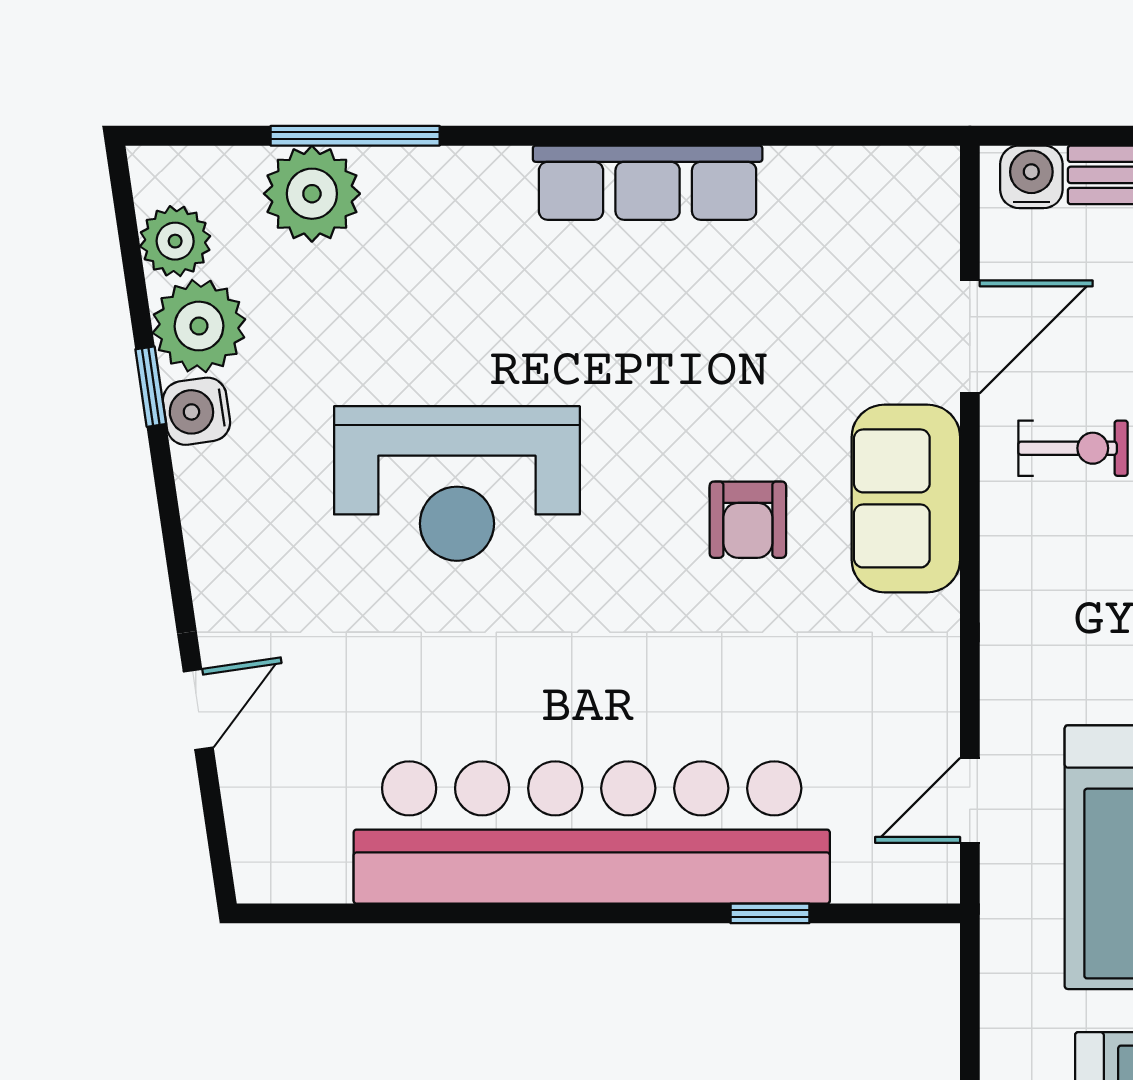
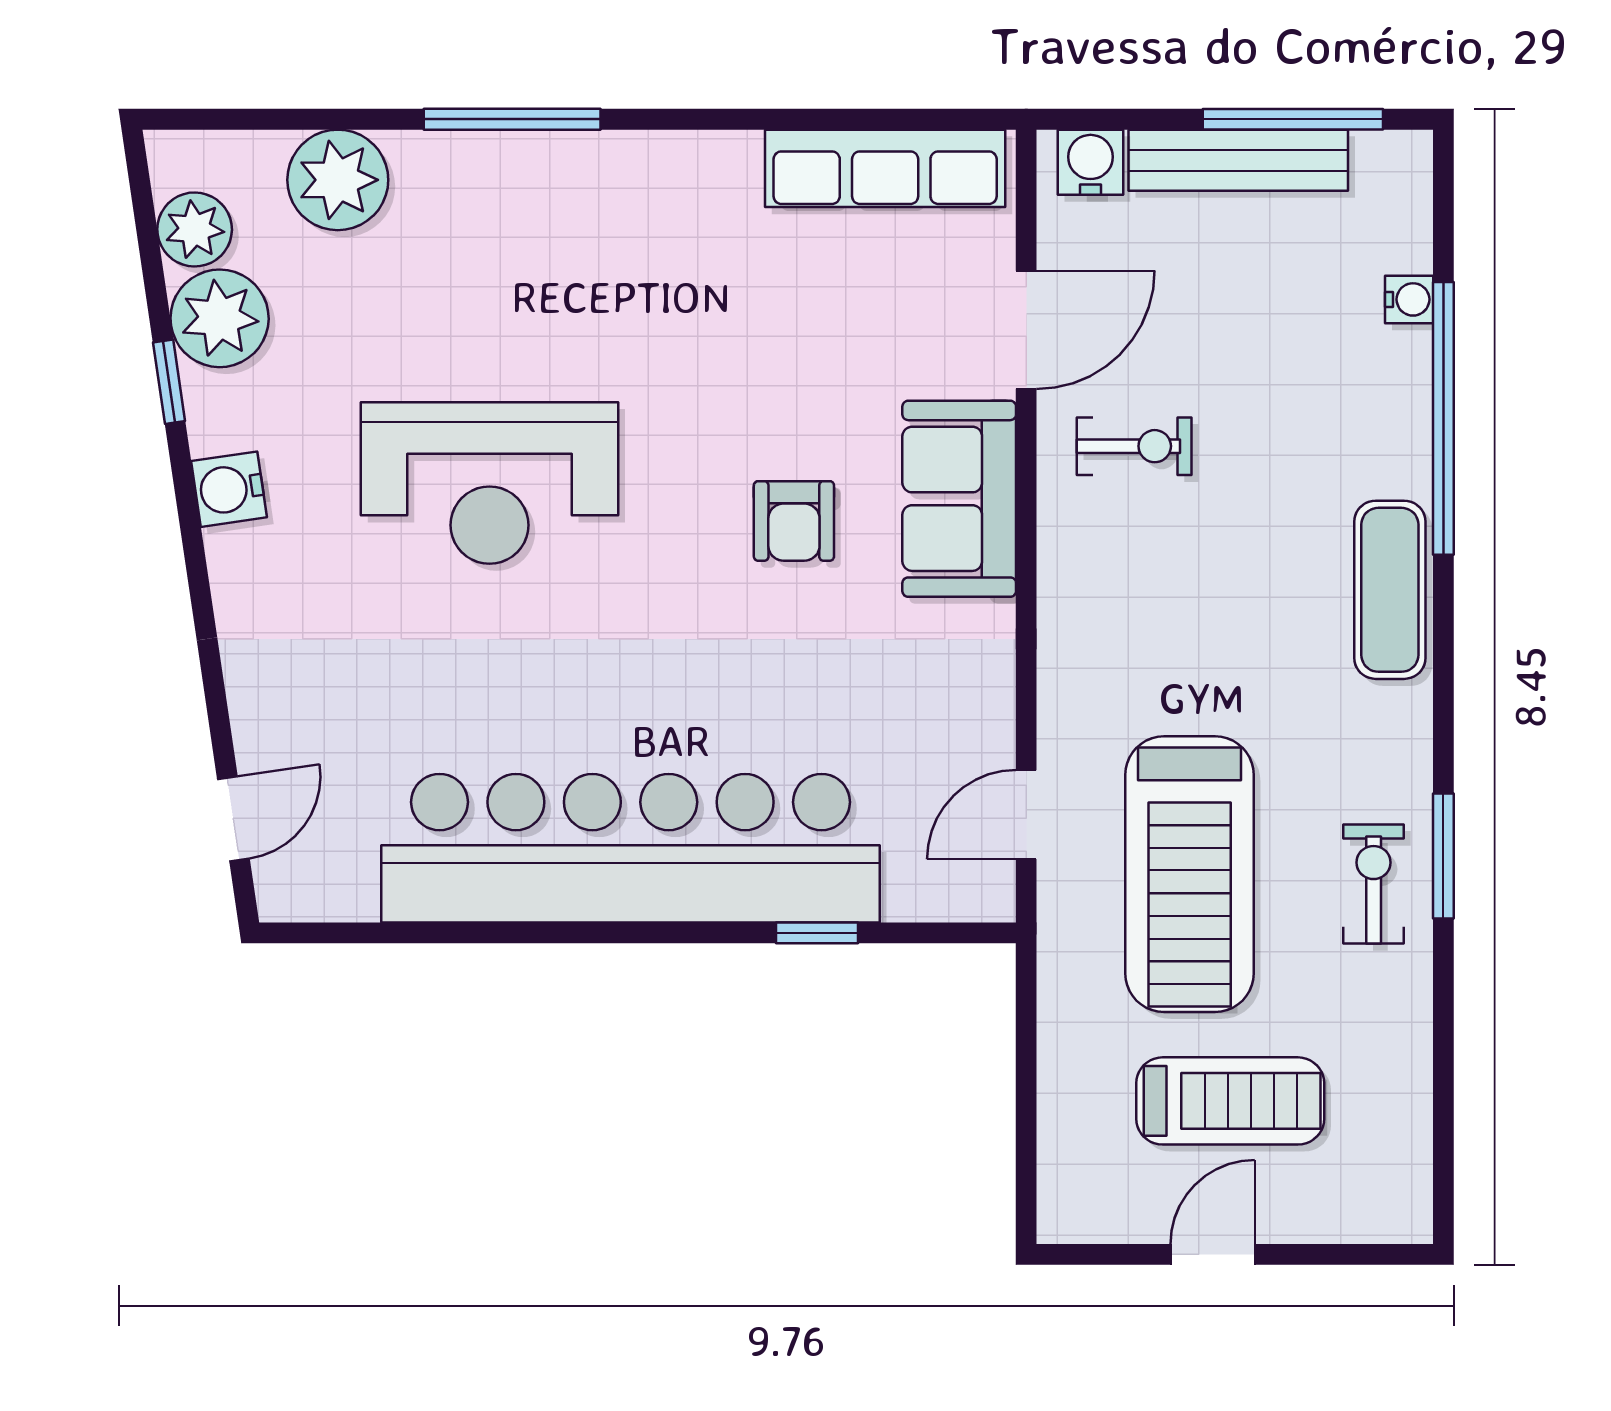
window: (355, 136) -> (512, 119), moved
row of seats: (648, 183) -> (885, 168), moved
water cooler: (197, 411) -> (229, 489), moved
door: (198, 710) -> (233, 819), moved

